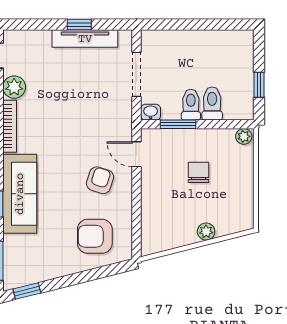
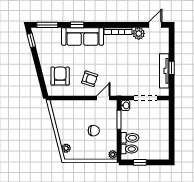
toilet: (191, 105) -> (129, 149), moved
plant: (206, 232) -> (66, 148), moved

